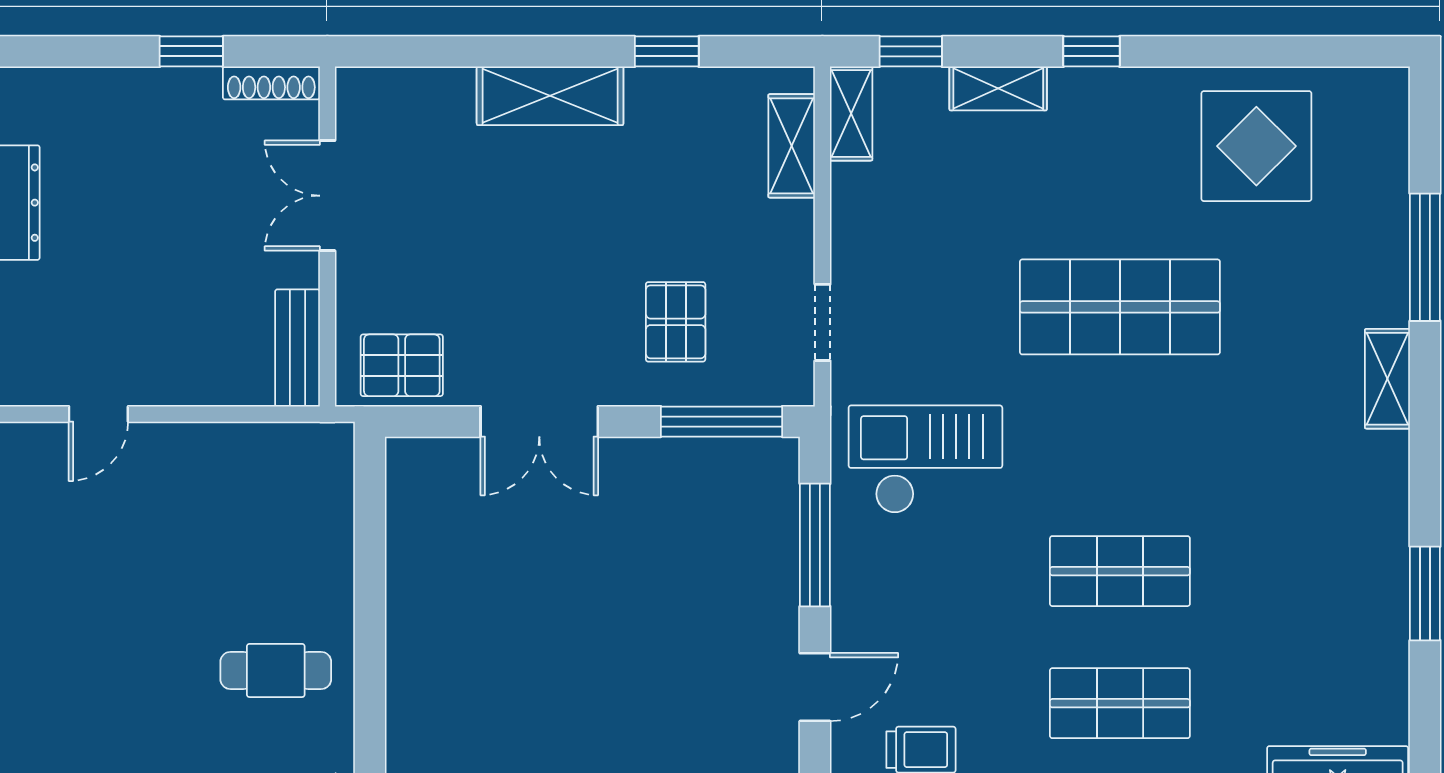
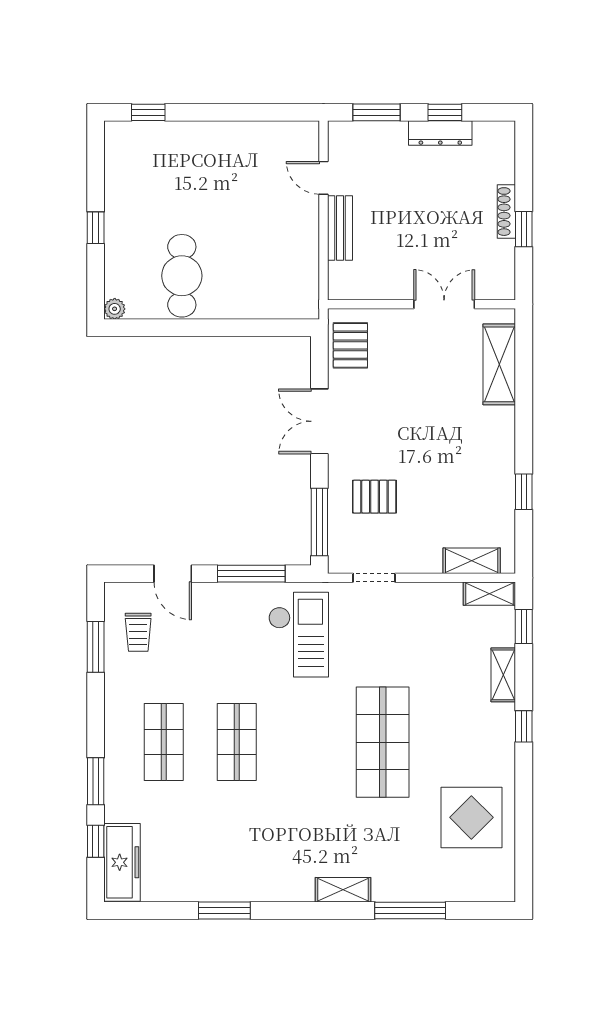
shoe rack: (271, 83) -> (506, 212), moved
shelving: (550, 96) -> (499, 364), moved
bench: (297, 348) -> (340, 228), moved, turned 90
cafe table: (276, 670) -> (182, 276), width x1.37, depth x1.35

